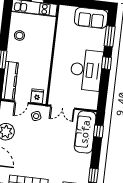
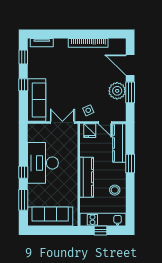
sofa: (91, 18) -> (50, 216), width x1.36
kitchen counter: (45, 51) -> (87, 177), added
door: (21, 102) -> (105, 122), swing flipped
window: (98, 131) -> (23, 85), moved

